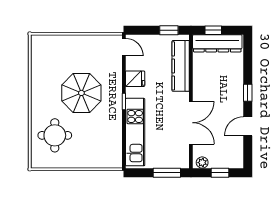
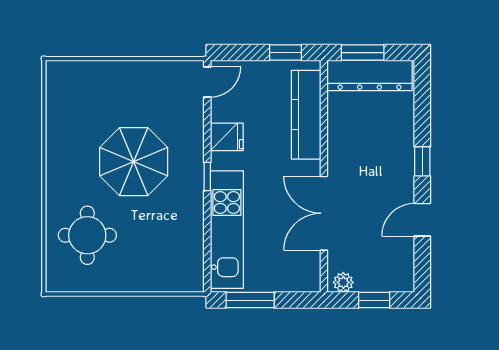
window: (213, 30) -> (363, 53), width x1.50
door: (124, 47) -> (207, 82), hinge flipped
double door: (191, 123) -> (324, 213), swing flipped
window: (167, 173) -> (250, 300), moved

